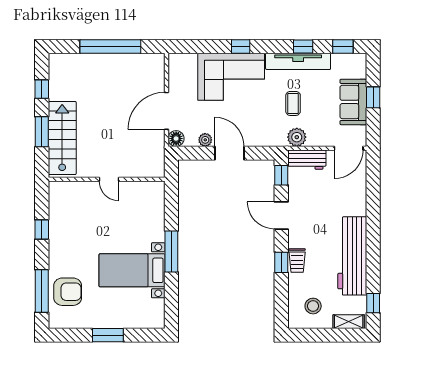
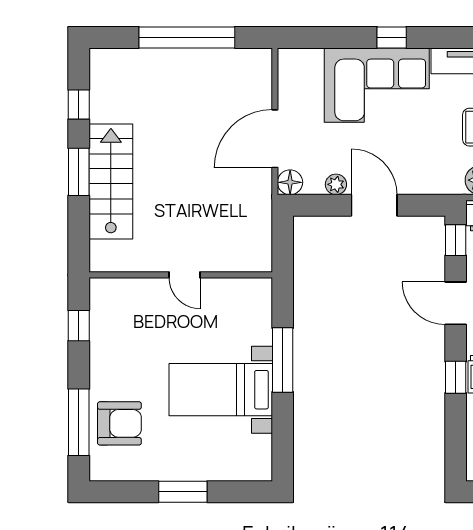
wall: (107, 179) -> (181, 275), moved
door: (109, 179) -> (185, 275), moved

